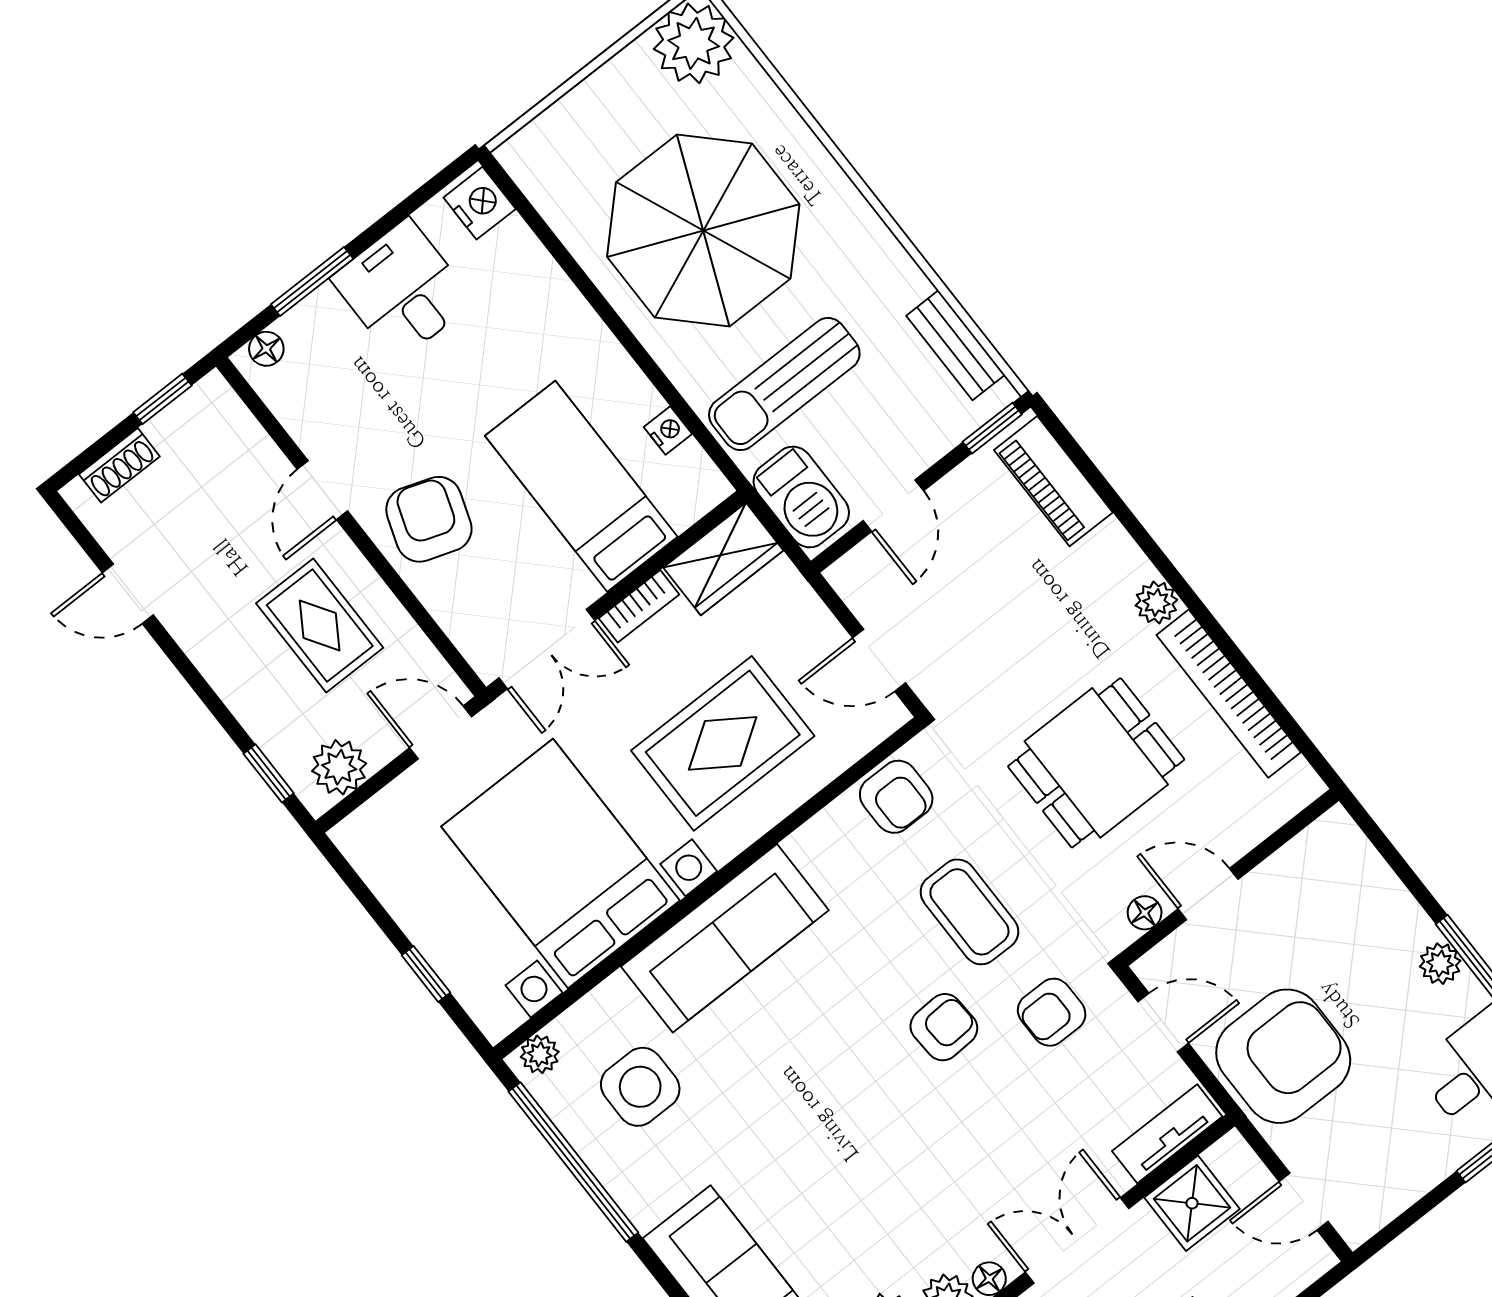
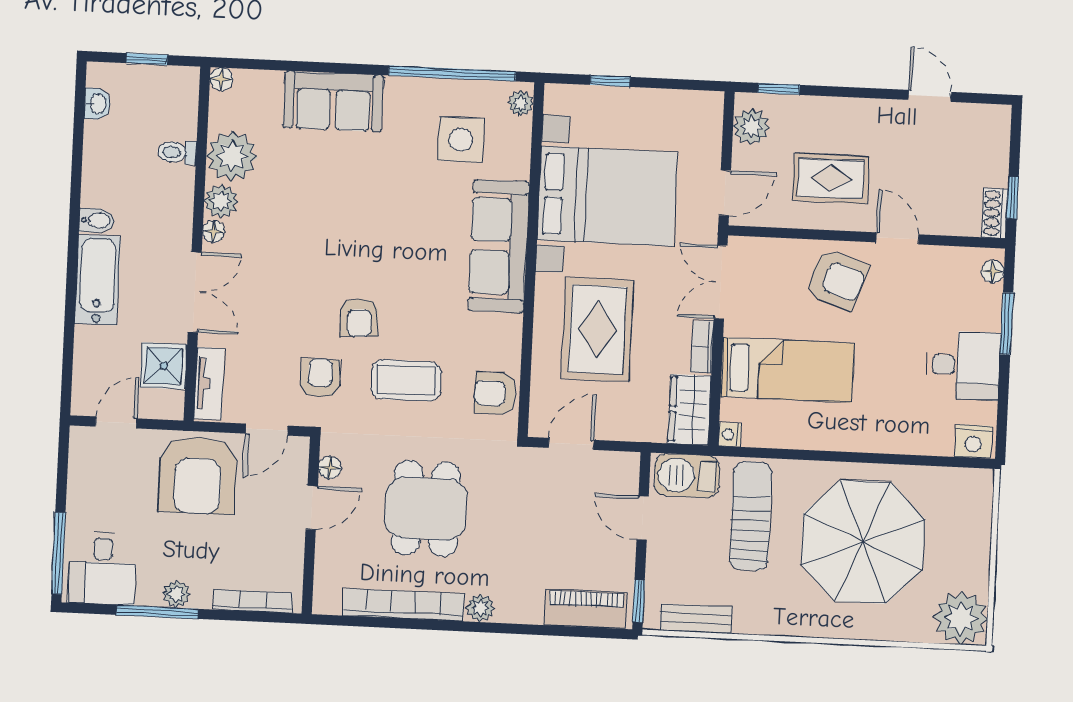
nightstand: (668, 430) -> (730, 435), moved, turned 90
shoe rack: (119, 465) -> (995, 213), moved
door: (128, 594) -> (930, 96), hinge flipped
bookcase: (1373, 869) -> (253, 601), added

